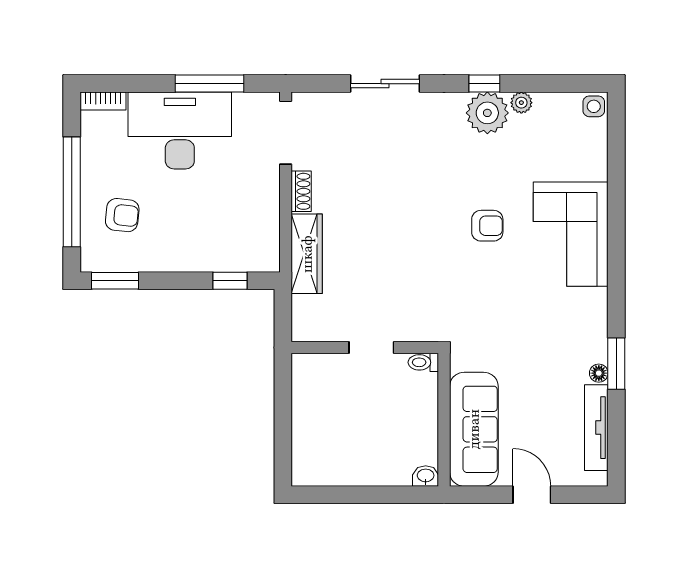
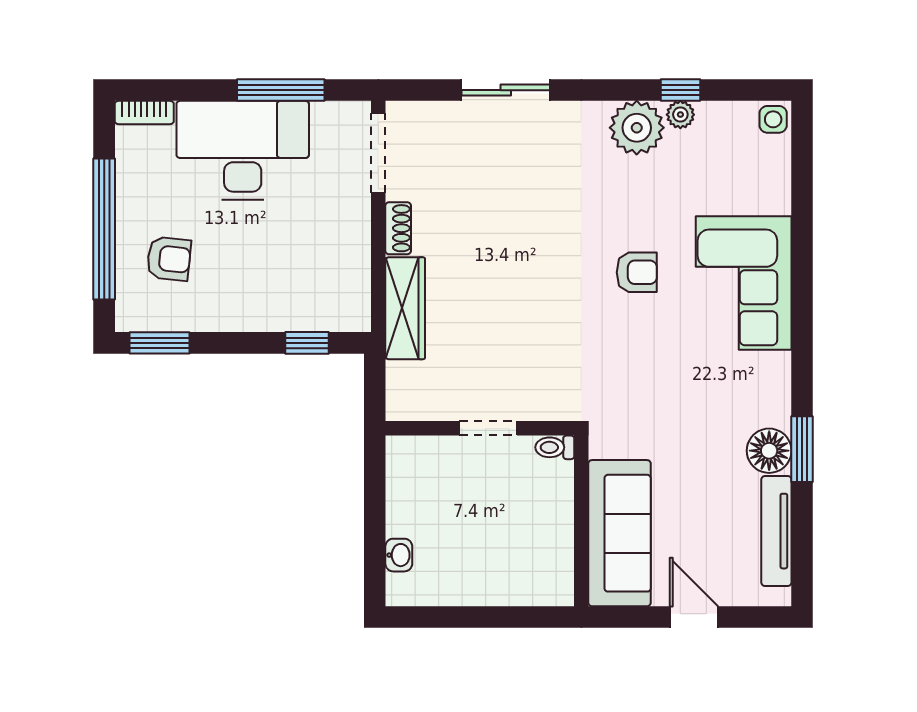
window: (484, 84) -> (680, 90), moved
floor lamp: (599, 373) -> (769, 451), width x1.89, depth x1.89
washbasin: (426, 476) -> (399, 555), moved, turned 90

